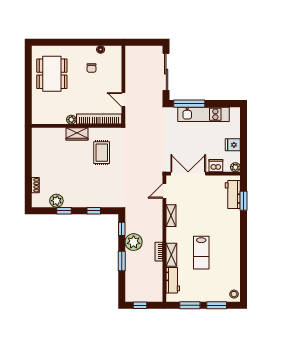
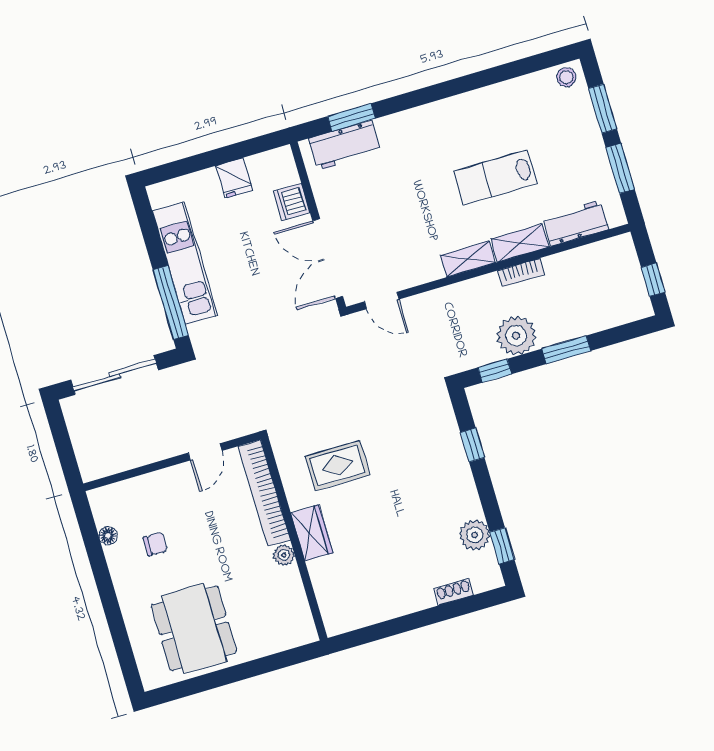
dining table: (52, 74) -> (194, 629), turned 90
plant: (235, 167) -> (282, 157), removed
window: (64, 211) -> (502, 546), moved
shelving: (171, 216) -> (468, 259), moved
lab bench: (201, 253) -> (495, 178), turned 180

